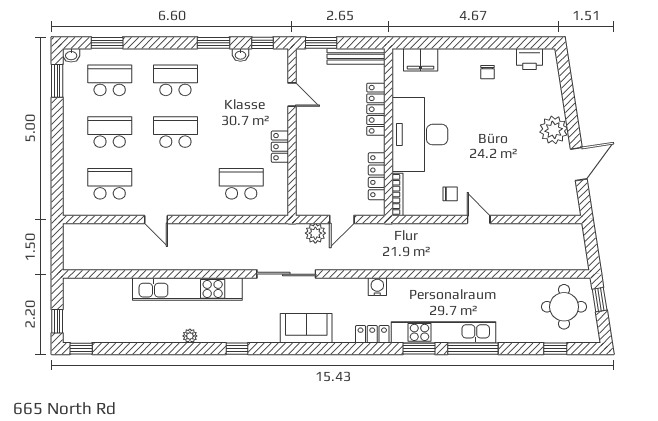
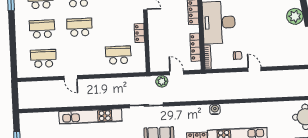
door: (342, 219) -> (177, 73), swing flipped
water cooler: (377, 287) -> (215, 109), moved

